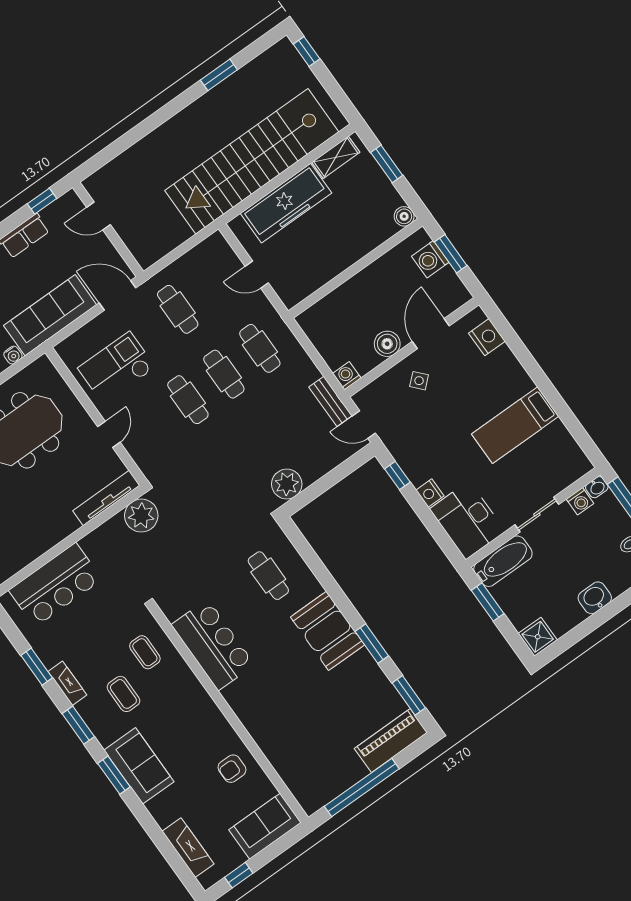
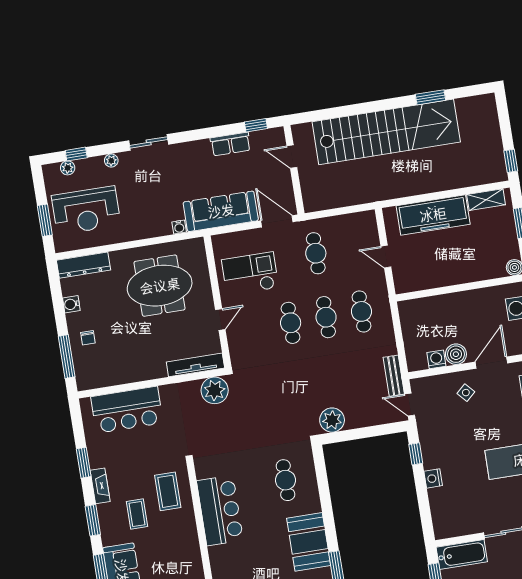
window: (307, 52) -> (511, 161), moved
stairs: (252, 161) -> (386, 132), moved, turned 180
washing machine: (347, 376) -> (436, 359), moved
desk: (467, 520) -> (451, 512), removed
coffee table: (145, 652) -> (168, 491), width x1.36, depth x1.30

